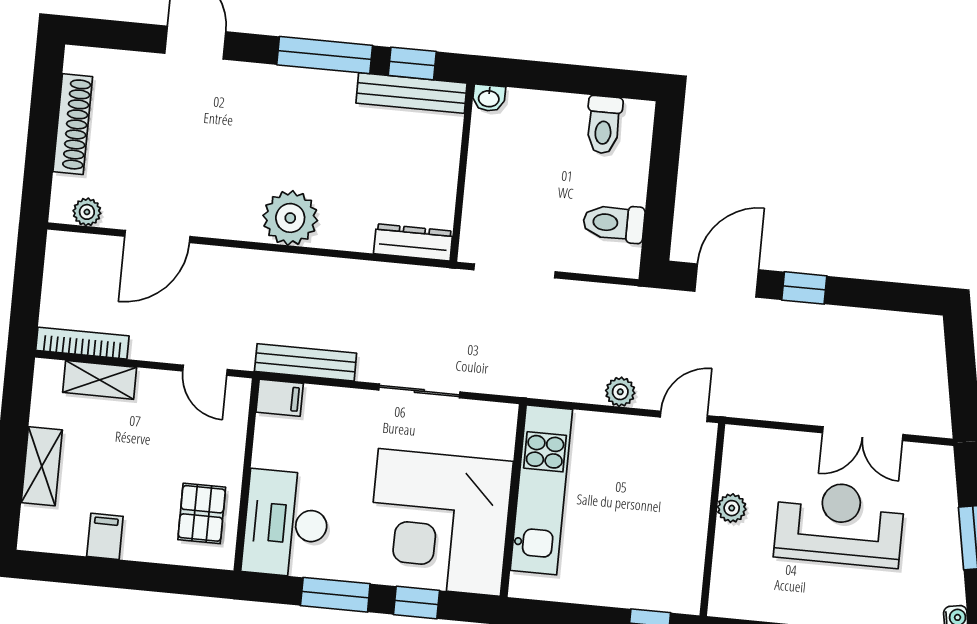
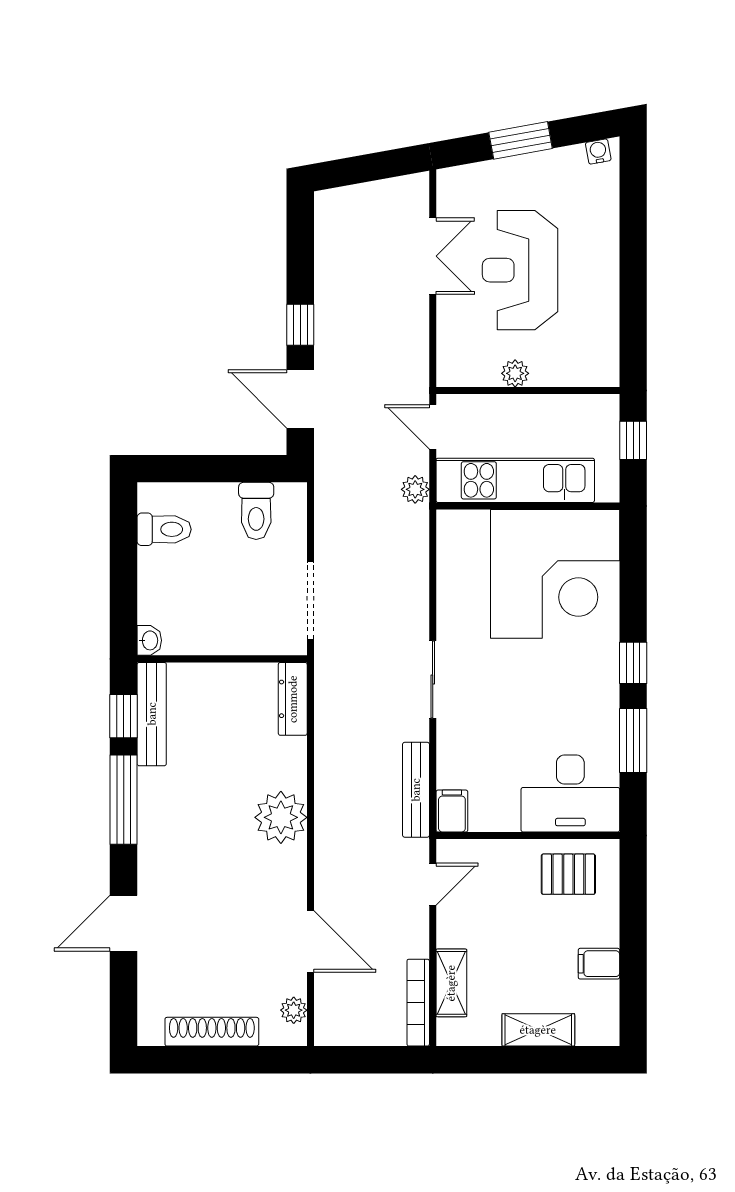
kitchen unit: (541, 490) -> (515, 480), moved
wall: (513, 501) -> (528, 506), moved
corner desk: (439, 522) -> (555, 574), moved

